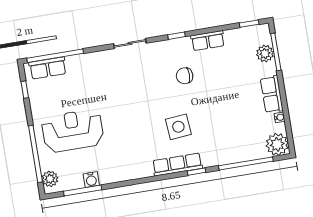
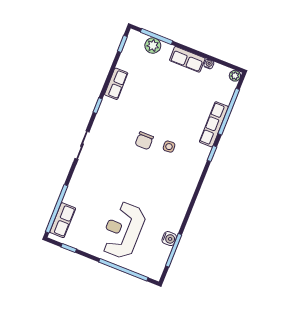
chair: (185, 76) -> (144, 141), moved
side table: (178, 127) -> (169, 147), width x0.54, depth x0.54
plant: (277, 144) -> (235, 76), width x0.53, depth x0.53
row of seats: (177, 164) -> (214, 124), moved
plant: (50, 179) -> (149, 270), removed

